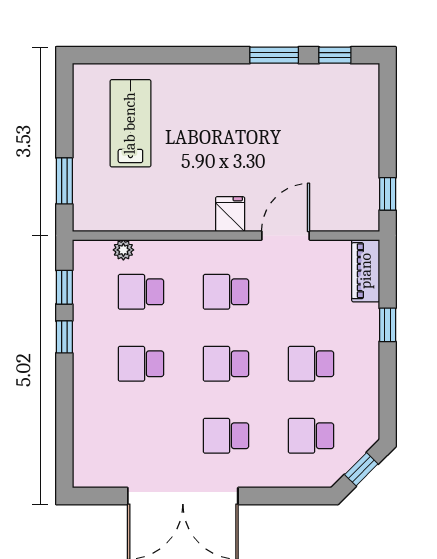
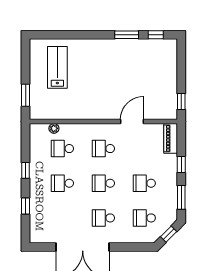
fridge: (230, 214) -> (105, 111), removed
window: (64, 287) -> (26, 206), moved
window: (388, 393) -> (181, 197), added

